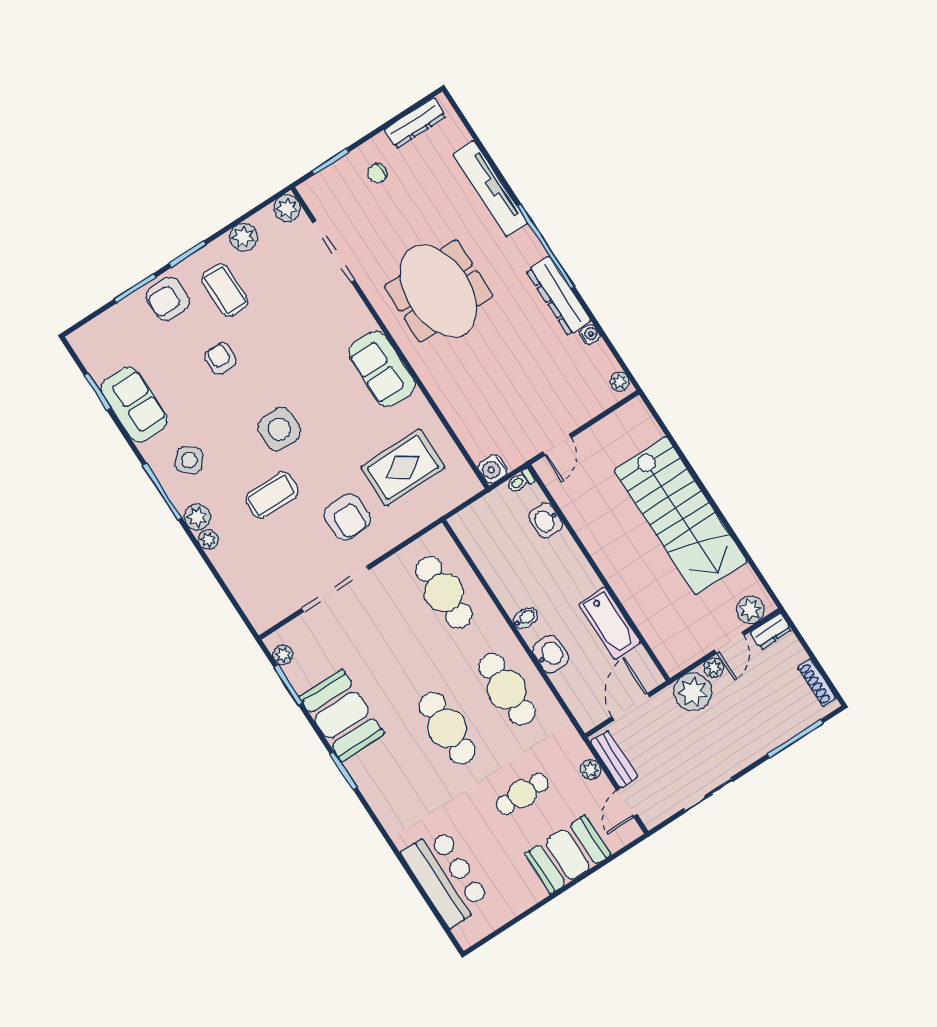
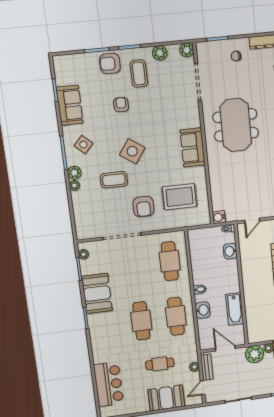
side table: (279, 429) -> (132, 151), turned 35
door: (631, 707) -> (225, 348), hinge flipped

